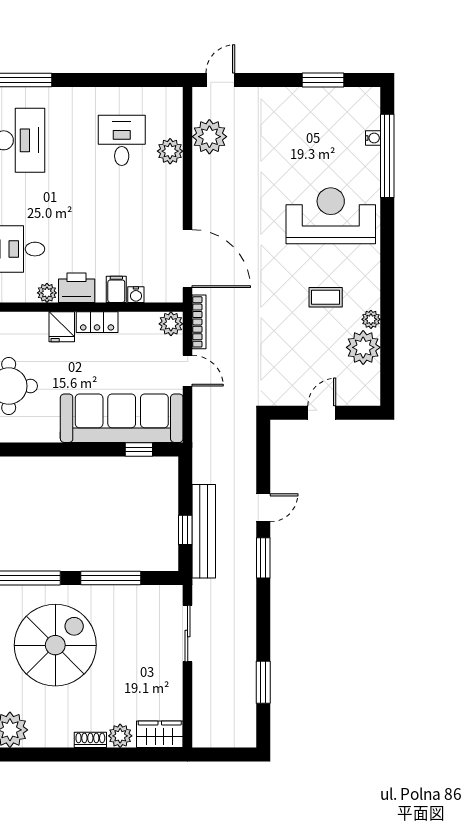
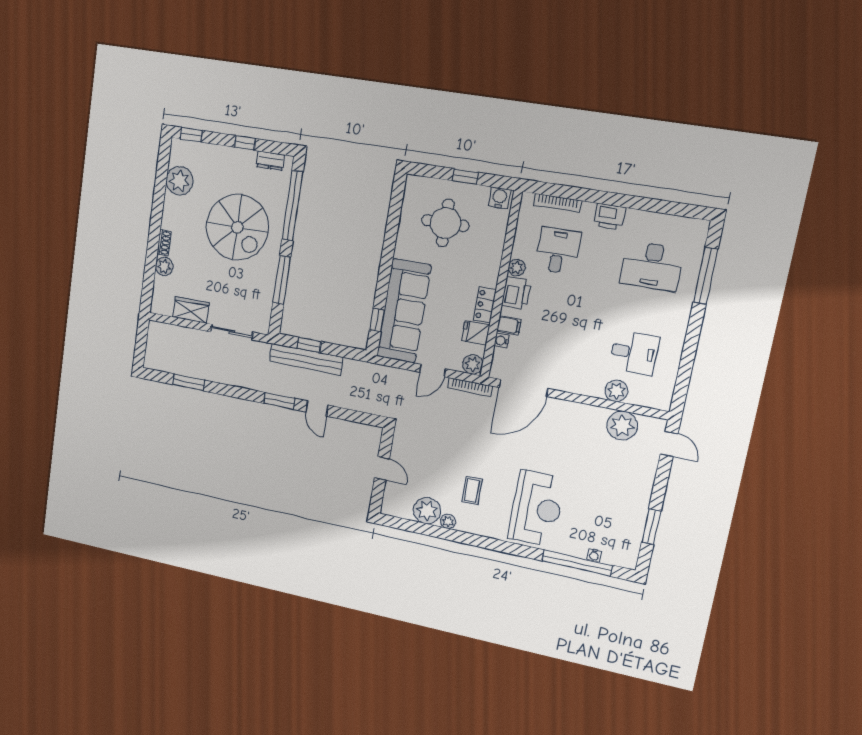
fridge: (62, 327) -> (476, 333), moved
wardrobe: (160, 734) -> (191, 310), moved, turned -90

